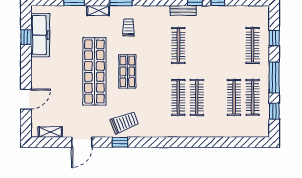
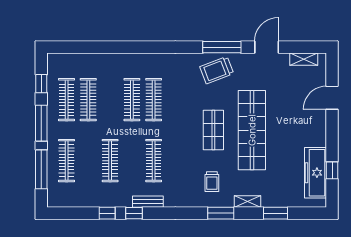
window: (274, 38) -> (41, 169), width x2.17
clothes rail: (215, 45) -> (110, 161), added
window: (120, 142) -> (222, 47), width x2.17

